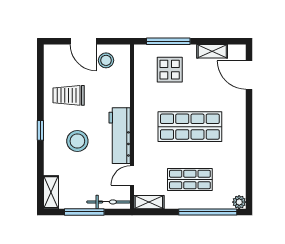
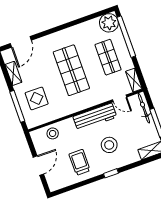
stool: (106, 60) -> (53, 133), moved
trolley: (69, 95) -> (80, 162), turned 180
plant: (239, 202) -> (109, 23), width x1.88, depth x1.88

